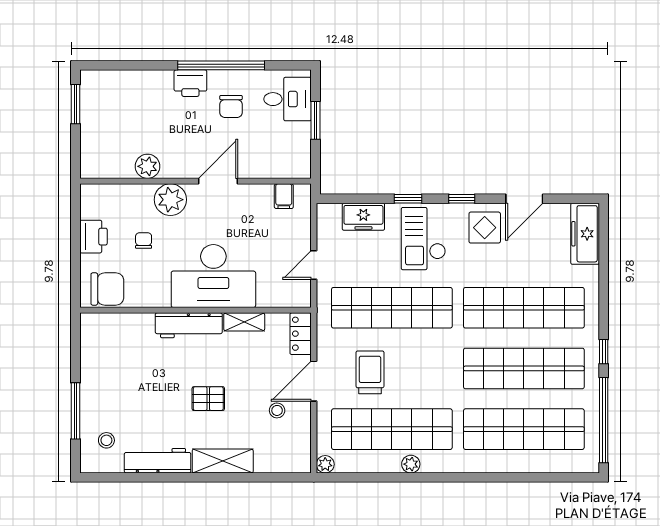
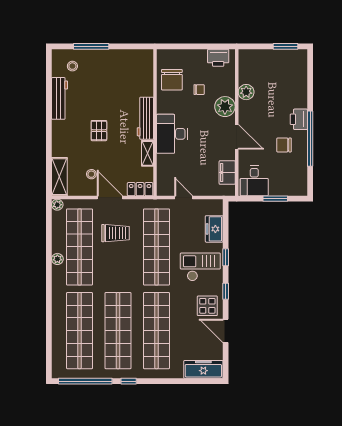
desk: (288, 99) -> (254, 181), moved
filing cabinet: (284, 196) -> (227, 173), width x2.00
printer: (93, 237) -> (218, 58), moved
desk: (213, 276) -> (172, 134), width x0.73, depth x0.77
chair: (107, 289) -> (172, 80), moved
shelving: (223, 461) -> (59, 177), moved

